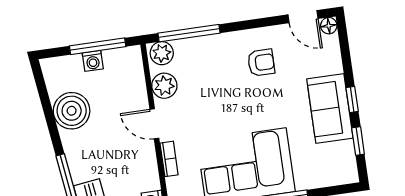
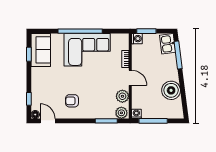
window: (189, 33) -> (106, 121), width x0.69
washing machine: (93, 61) -> (136, 114), moved
window: (352, 99) -> (29, 99), moved
sofa: (330, 109) -> (41, 50), moved

